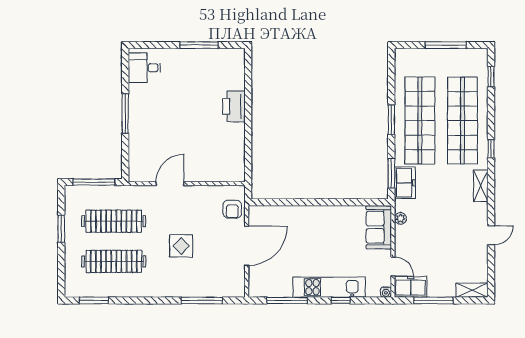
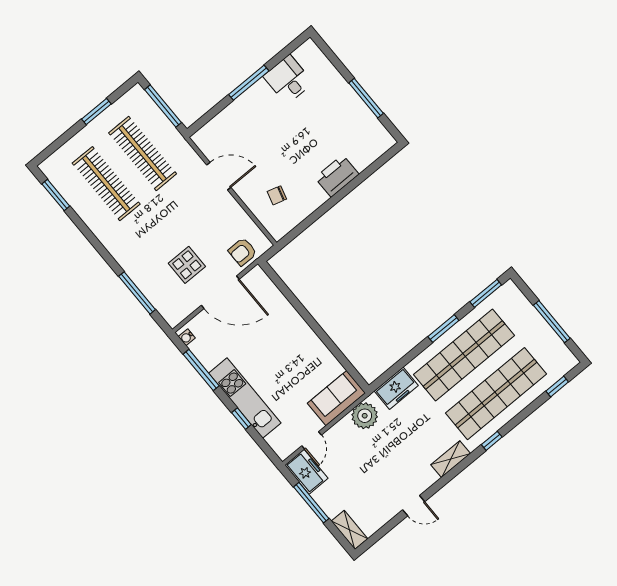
desk: (144, 68) -> (288, 79), moved
chair: (214, 156) -> (277, 195), added
window: (391, 173) -> (486, 293), moved
plant: (400, 218) -> (365, 416), width x1.88, depth x1.88
display table: (181, 246) -> (187, 265), moved
water cooler: (386, 292) -> (187, 337), moved

